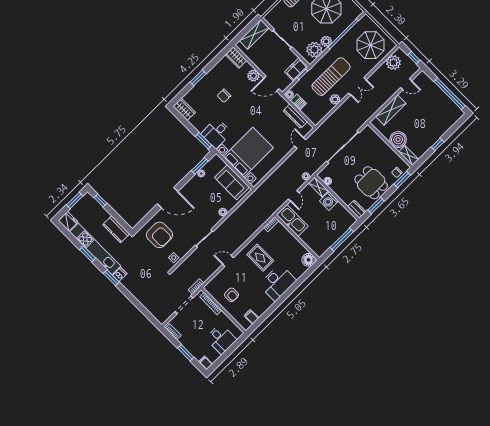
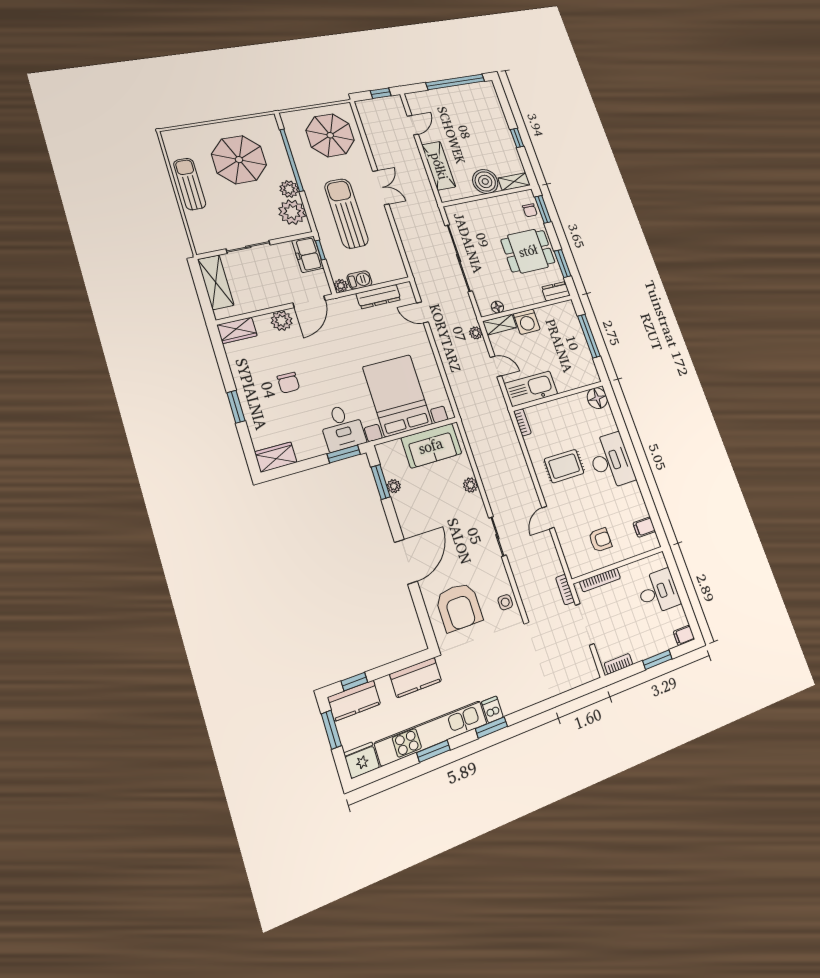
plant: (393, 63) -> (373, 122), removed
plant: (335, 99) -> (383, 228), removed
kitchen counter: (92, 205) -> (354, 701), added
armchair: (160, 235) -> (459, 607), turned 90

